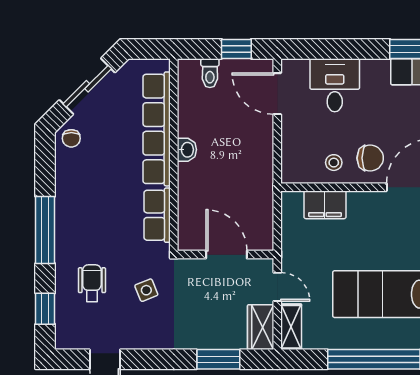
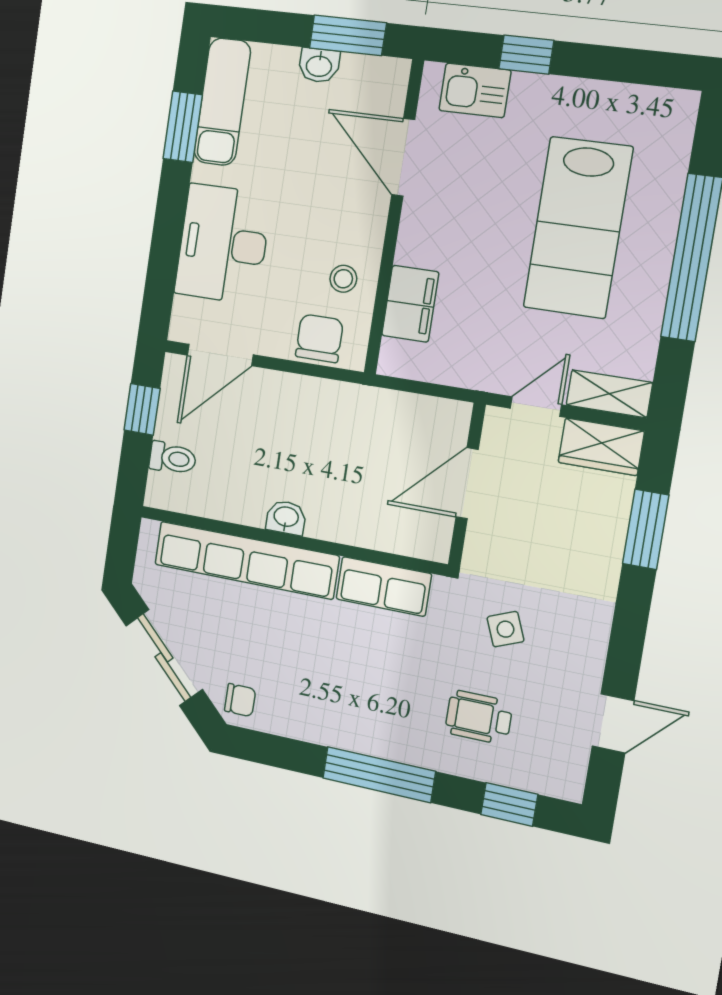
desk: (335, 85) -> (223, 244), width x1.37
chair: (370, 158) -> (319, 338), moved

